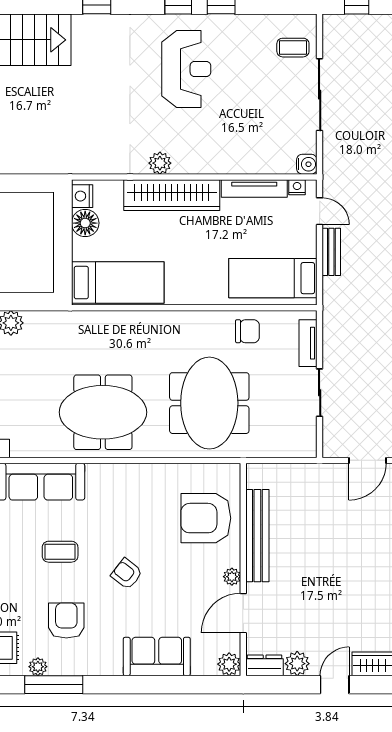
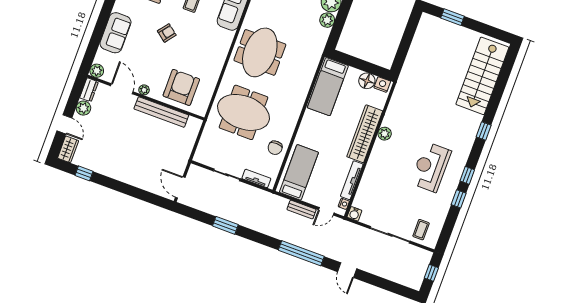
reception desk: (186, 69) -> (431, 167), turned 90

